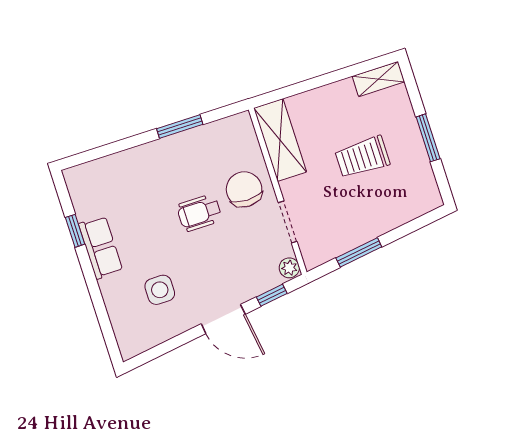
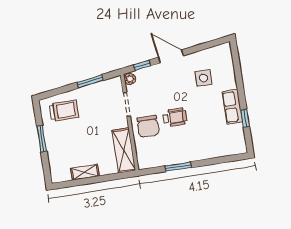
shelving: (378, 79) -> (85, 172), moved
trolley: (362, 157) -> (64, 111), moved

